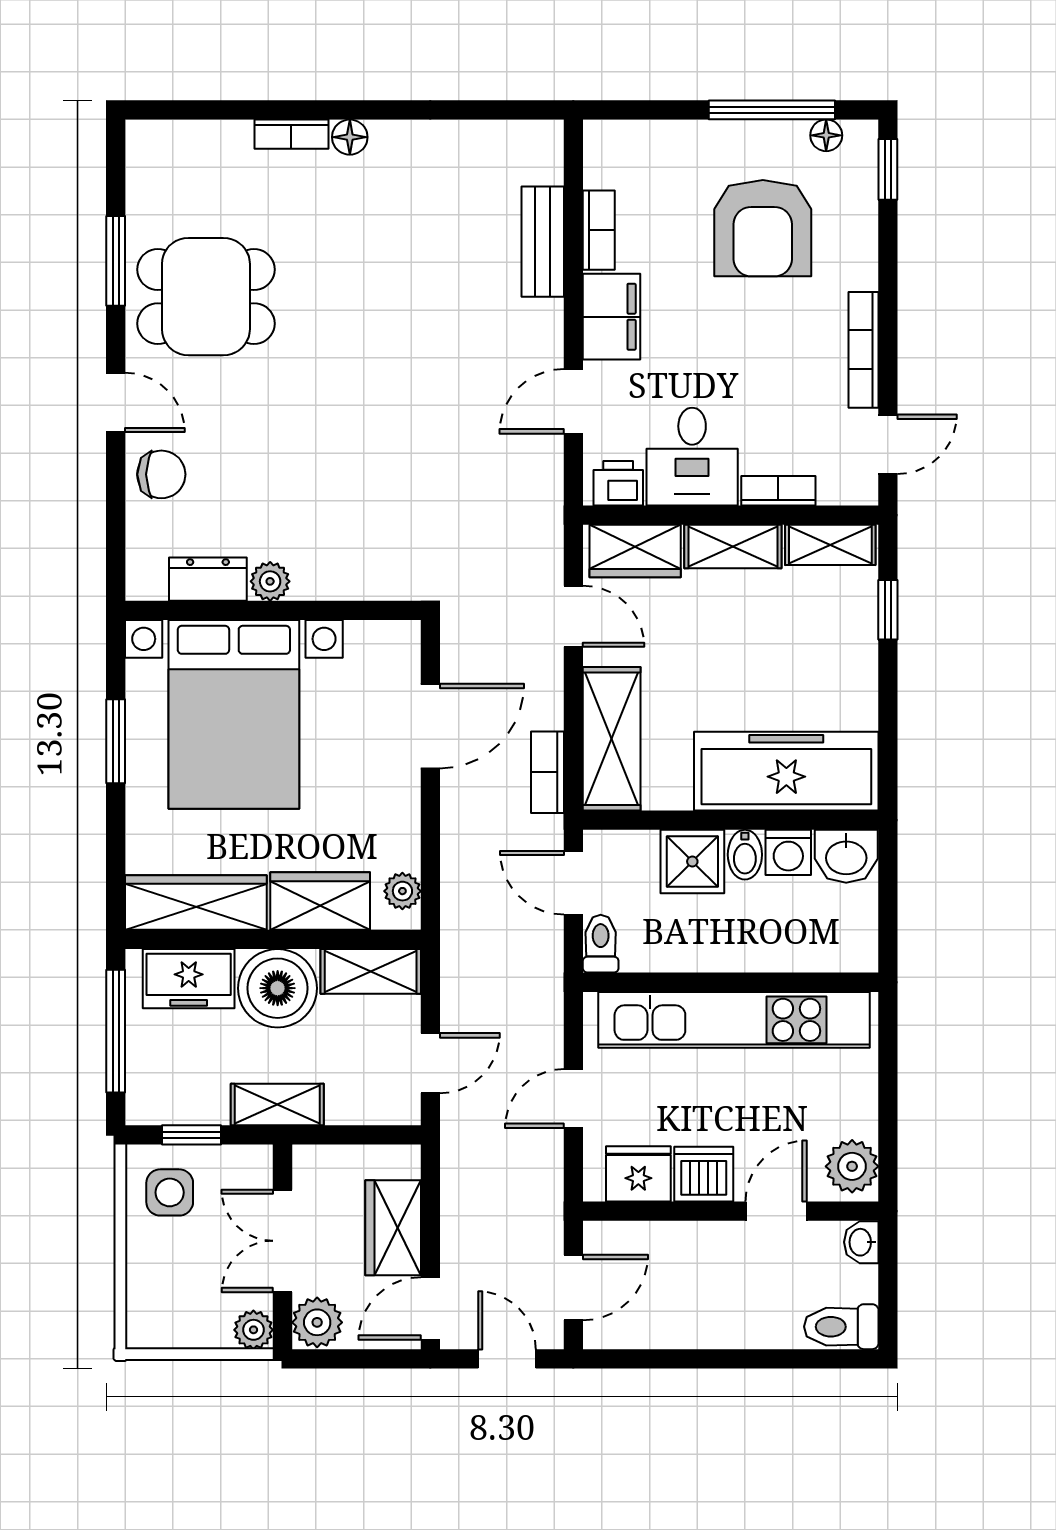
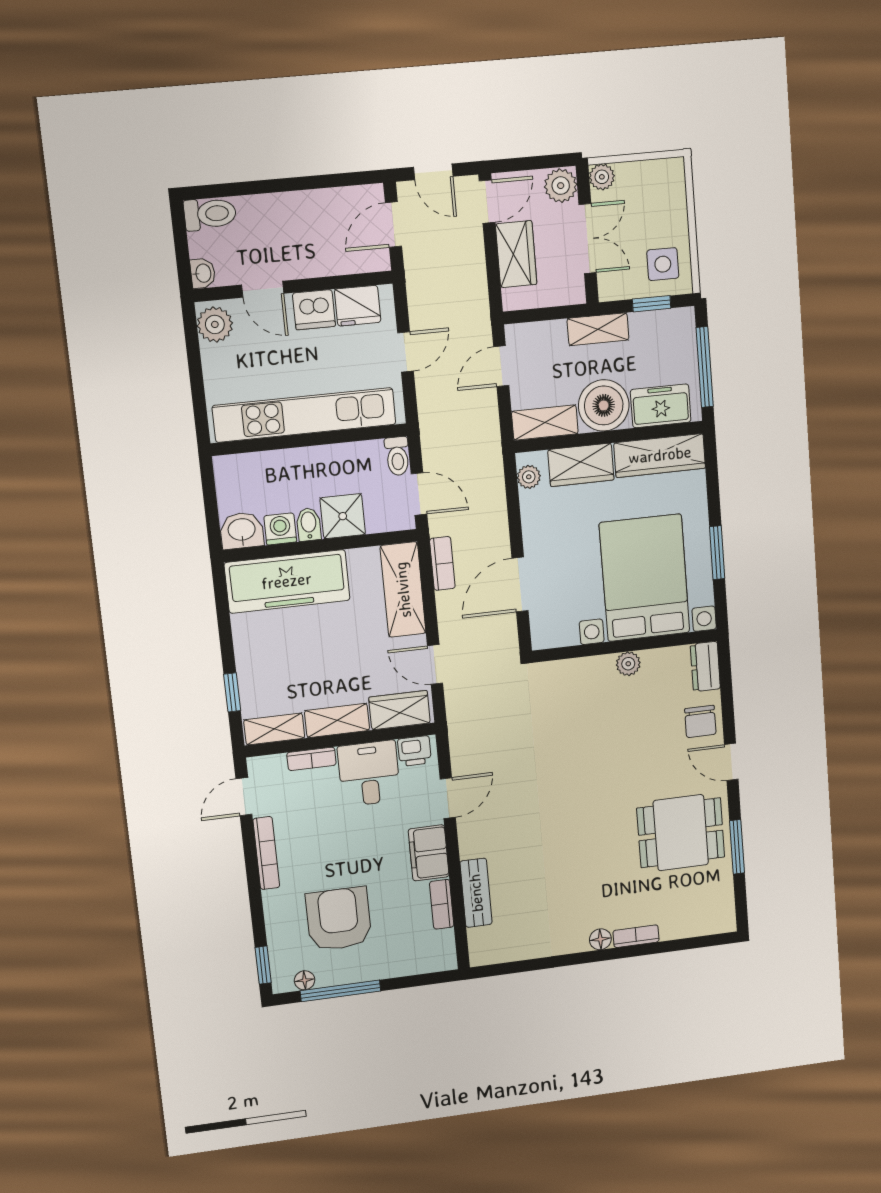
chair: (161, 474) -> (700, 722), turned -90
dresser: (208, 579) -> (705, 667), moved, turned 90
door: (776, 1211) -> (263, 289), hinge flipped

